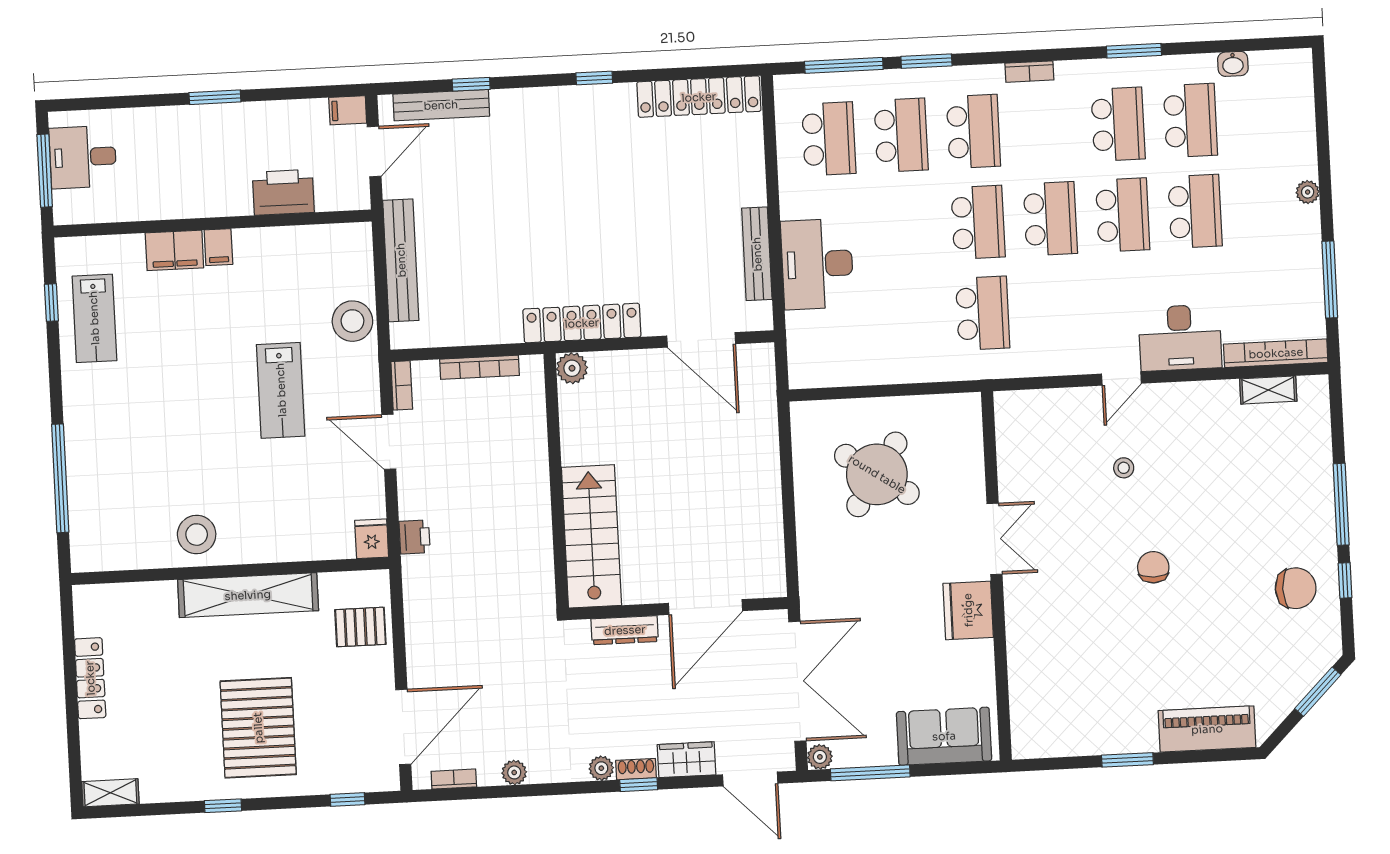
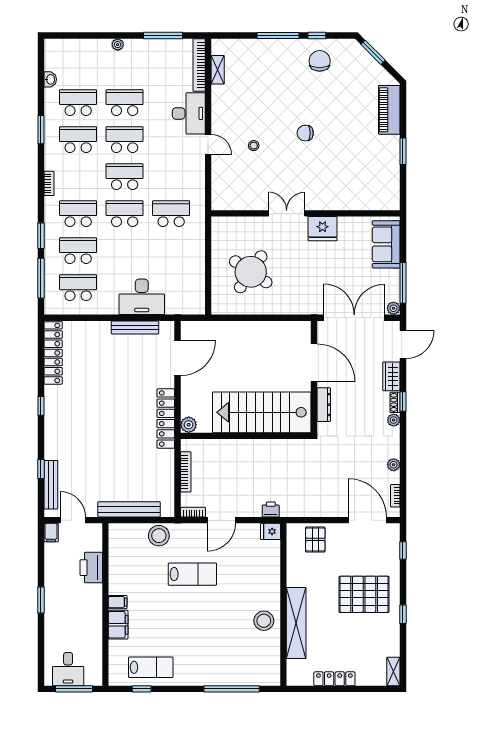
stairs: (591, 536) -> (262, 412), width x1.36, depth x1.51
shelving: (248, 595) -> (296, 623), moved

